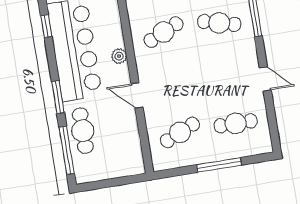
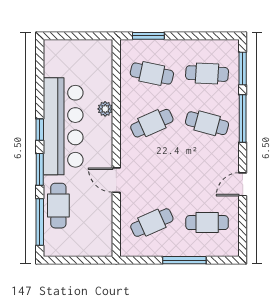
window: (46, 26) -> (40, 130), moved
plant: (119, 56) -> (105, 109), moved
door: (265, 79) -> (243, 184), swing flipped

